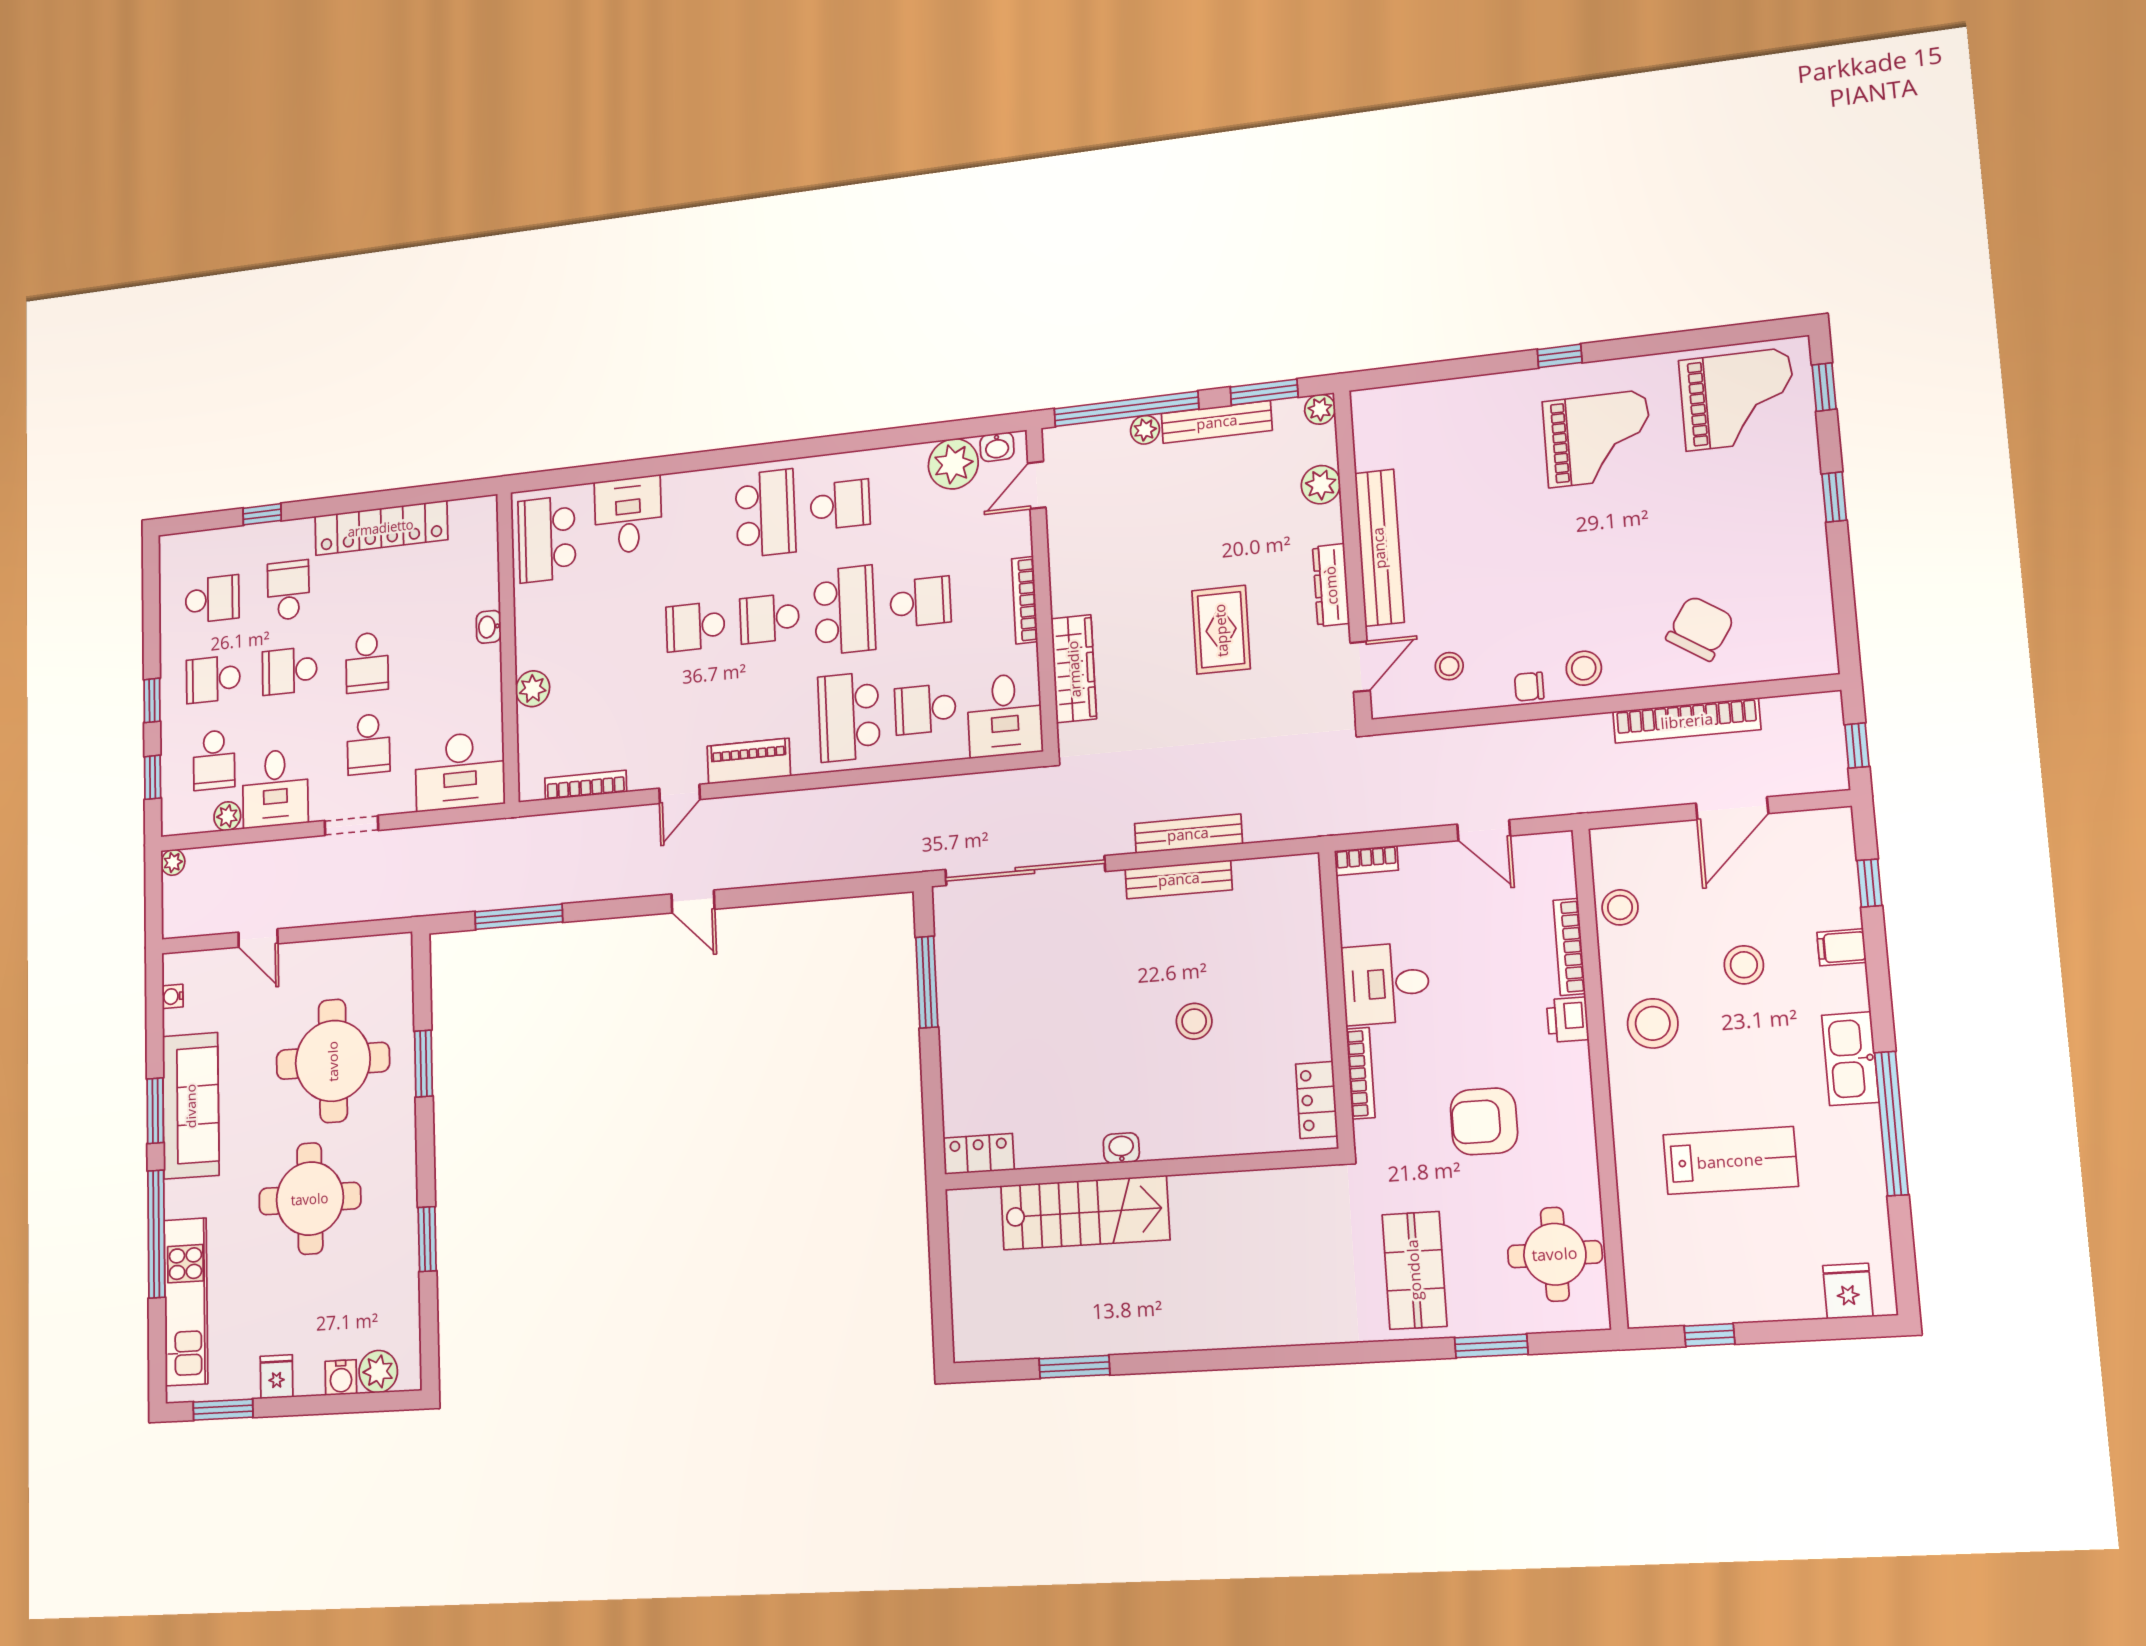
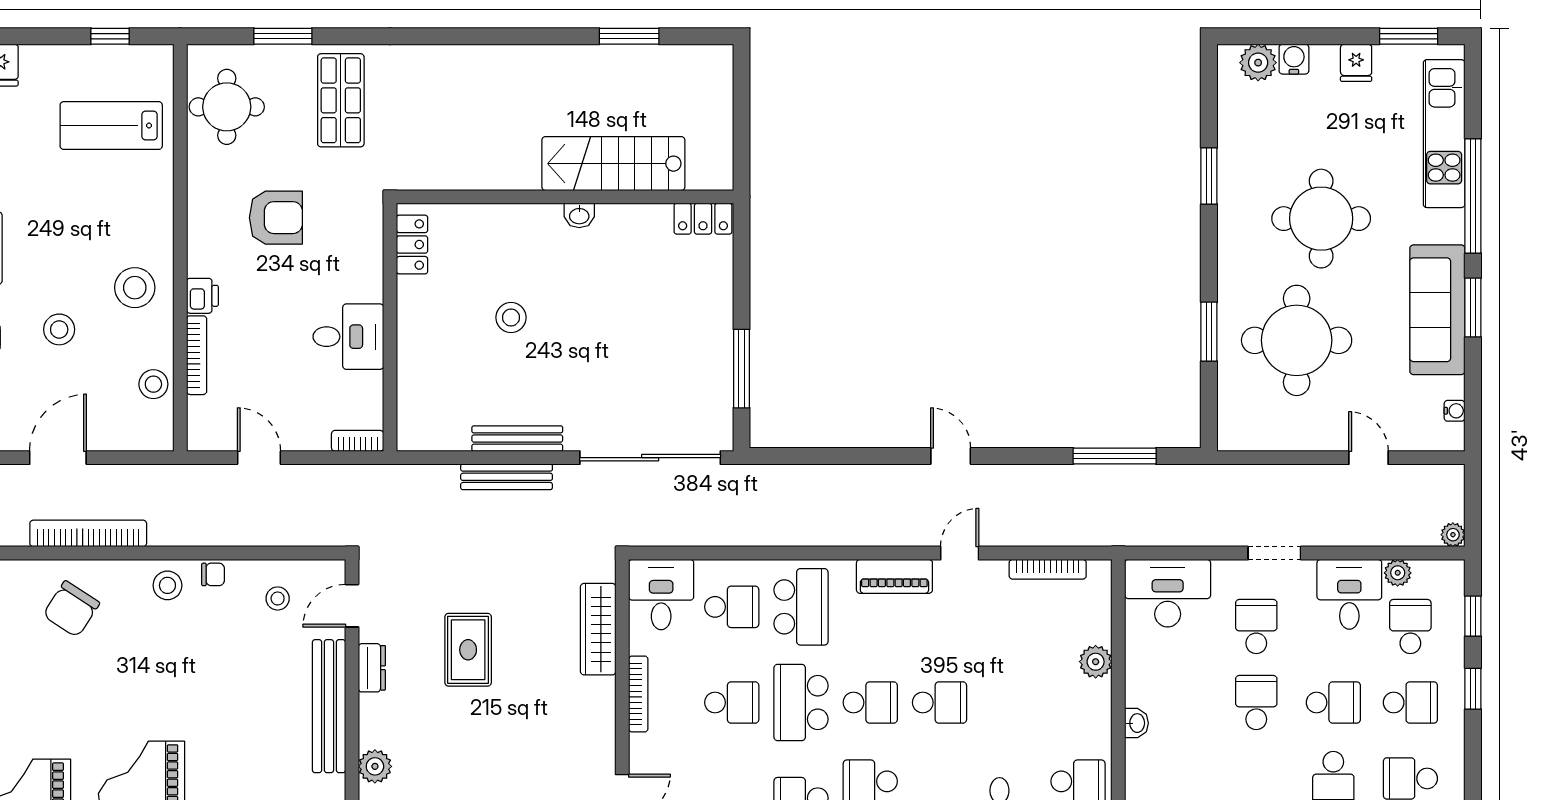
dresser: (1331, 585) -> (372, 668), width x0.70
school desk: (920, 602) -> (732, 703), turned 180
bookcase: (1361, 1073) -> (374, 264), removed
lab bench: (1730, 1161) -> (111, 126), moved

